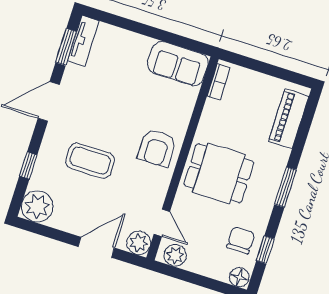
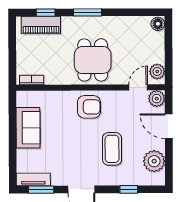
sofa: (178, 64) -> (28, 128), moved
plant: (37, 206) -> (154, 161), moved
chair: (241, 240) -> (133, 31), removed
window: (265, 250) -> (46, 13), moved

